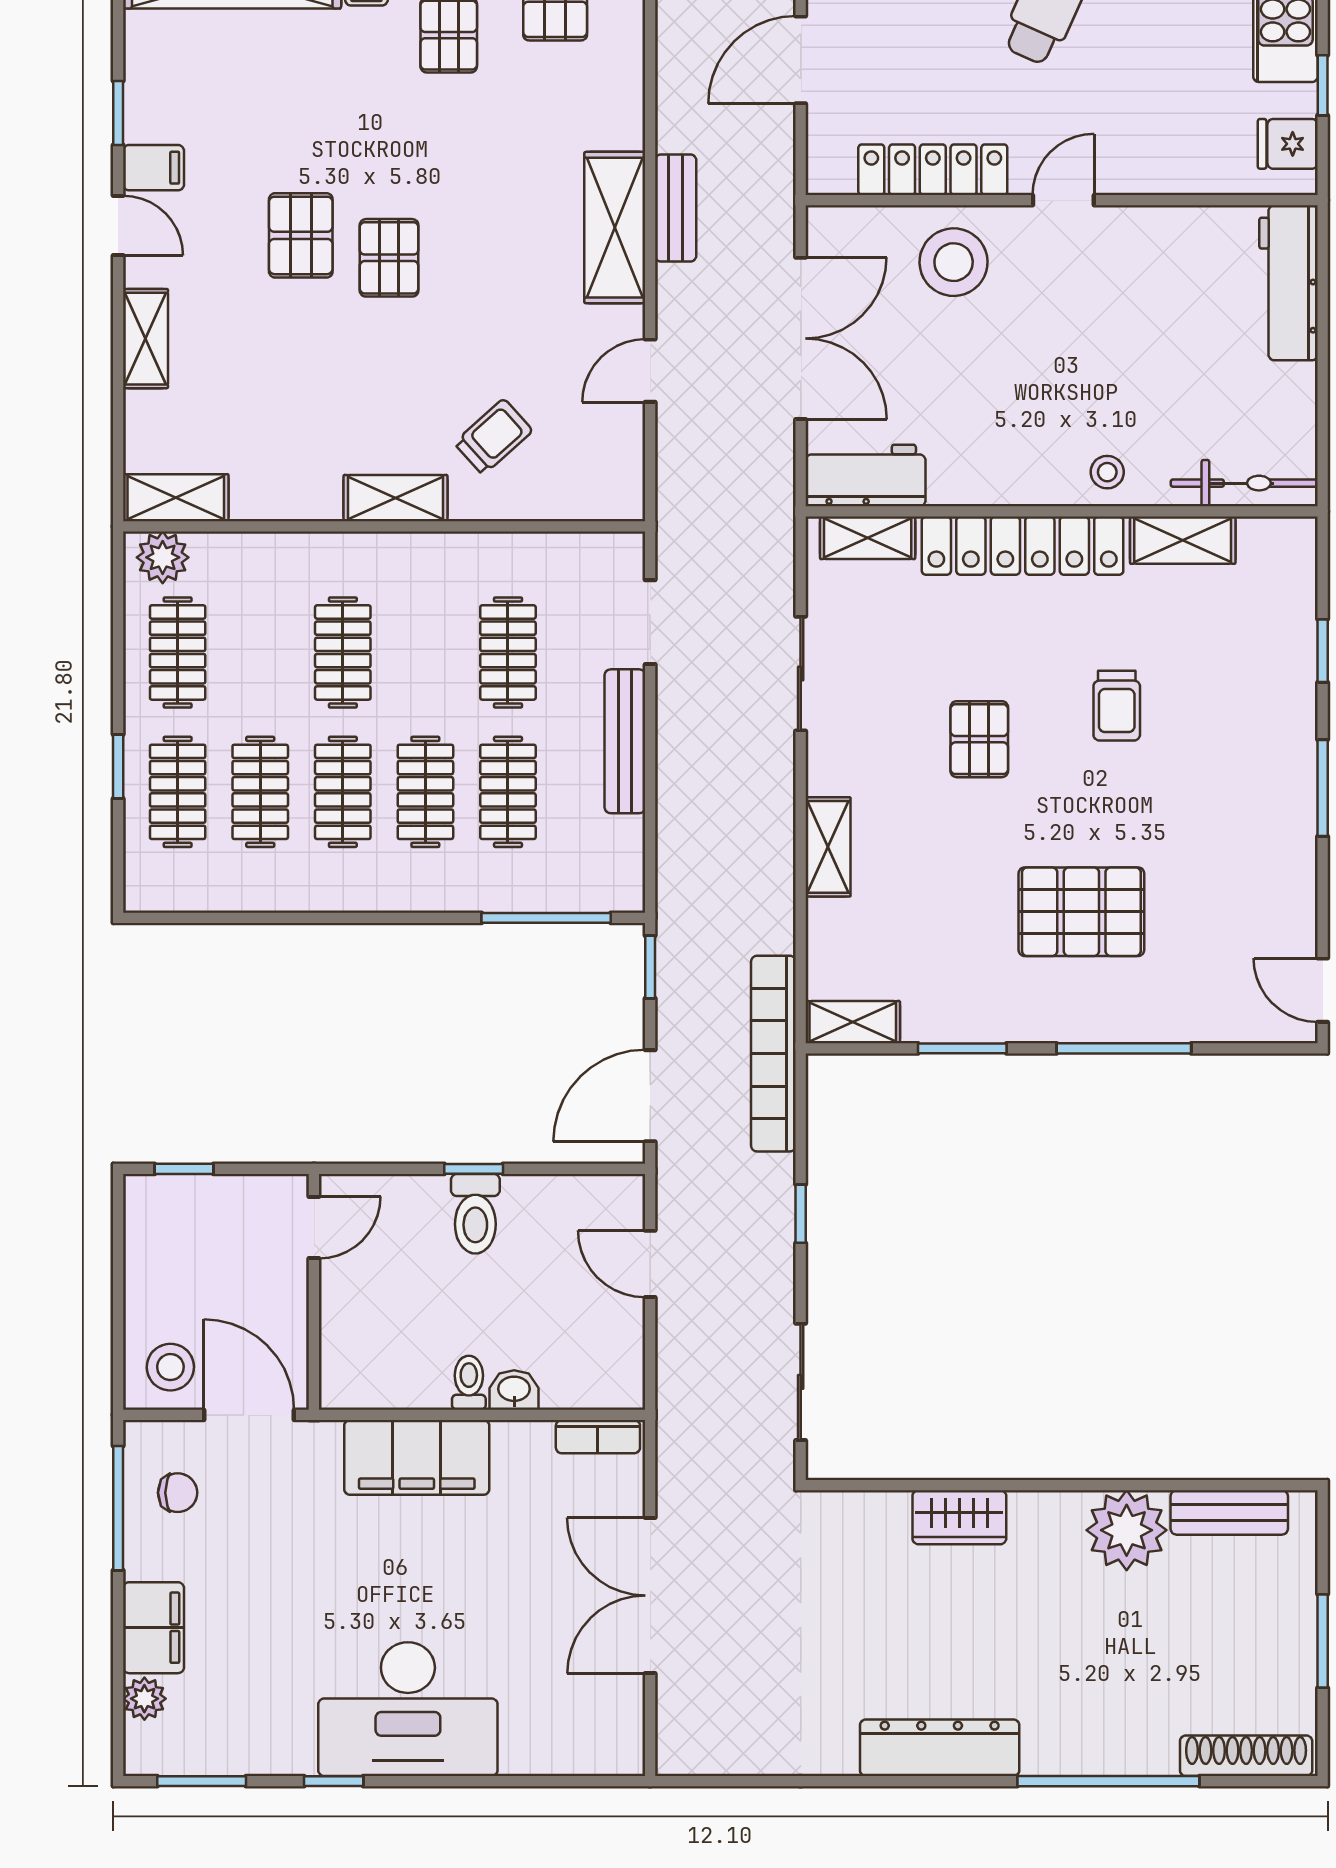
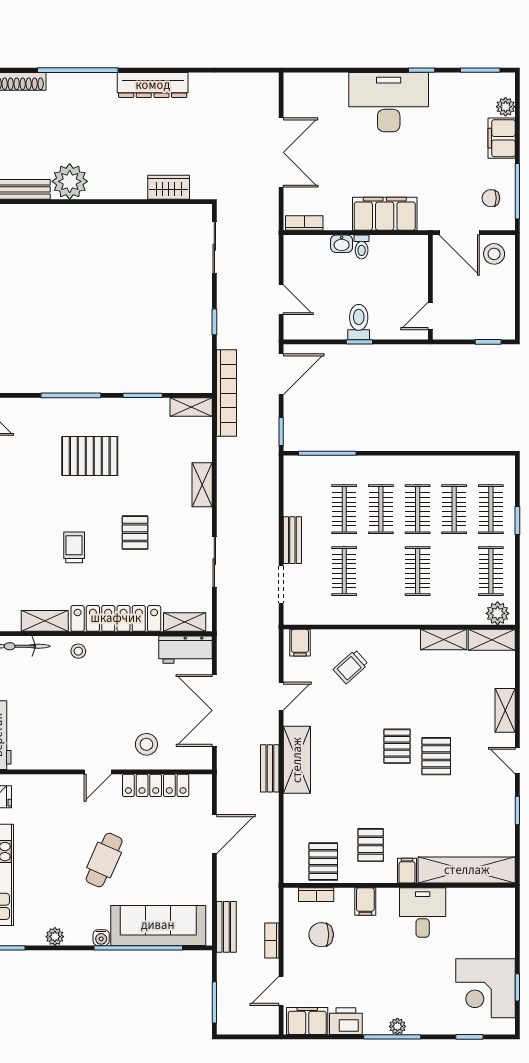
filing cabinet: (153, 168) -> (300, 643), moved, turned -90
stool: (954, 262) -> (146, 744), width x0.73, depth x0.73
shelving: (395, 498) -> (444, 640), moved
bench: (625, 741) -> (292, 540), width x0.73
wardrobe: (959, 1517) -> (169, 187), moved

